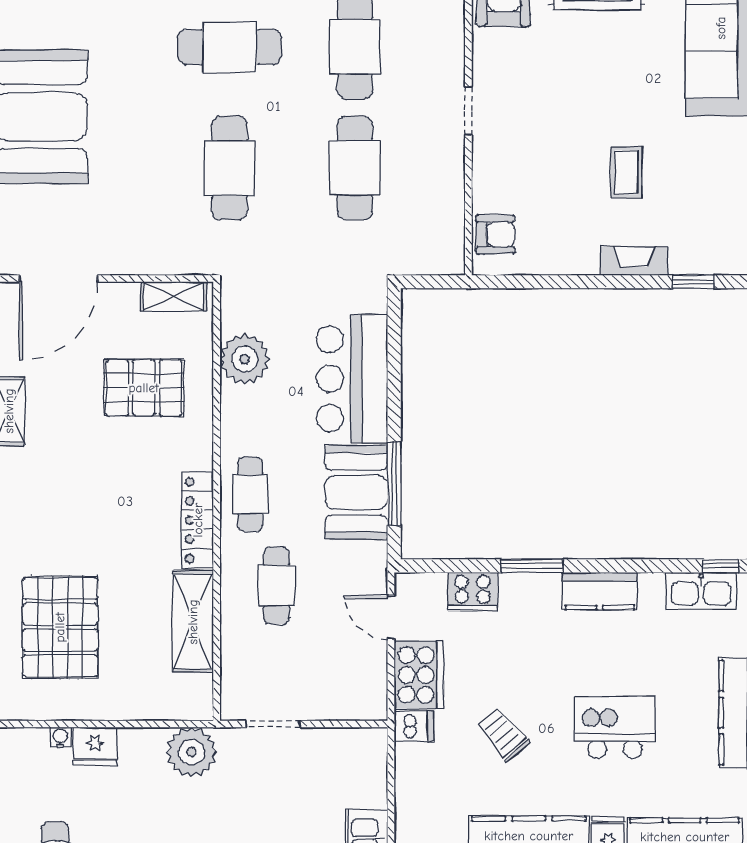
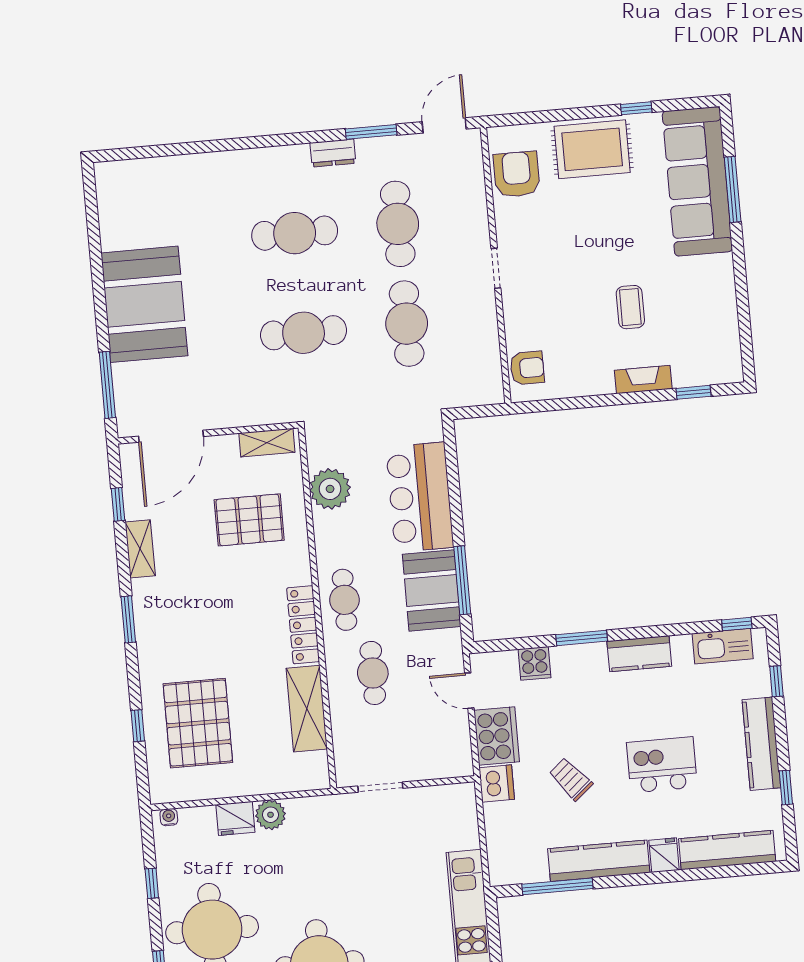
cafe table: (230, 168) -> (304, 333), turned 90
cooker: (472, 591) -> (534, 663), width x0.73
dishwasher: (414, 726) -> (497, 784), width x1.38
water cooler: (60, 737) -> (169, 817), moved
plant: (191, 752) -> (271, 815), moved, width x0.73, depth x0.73

